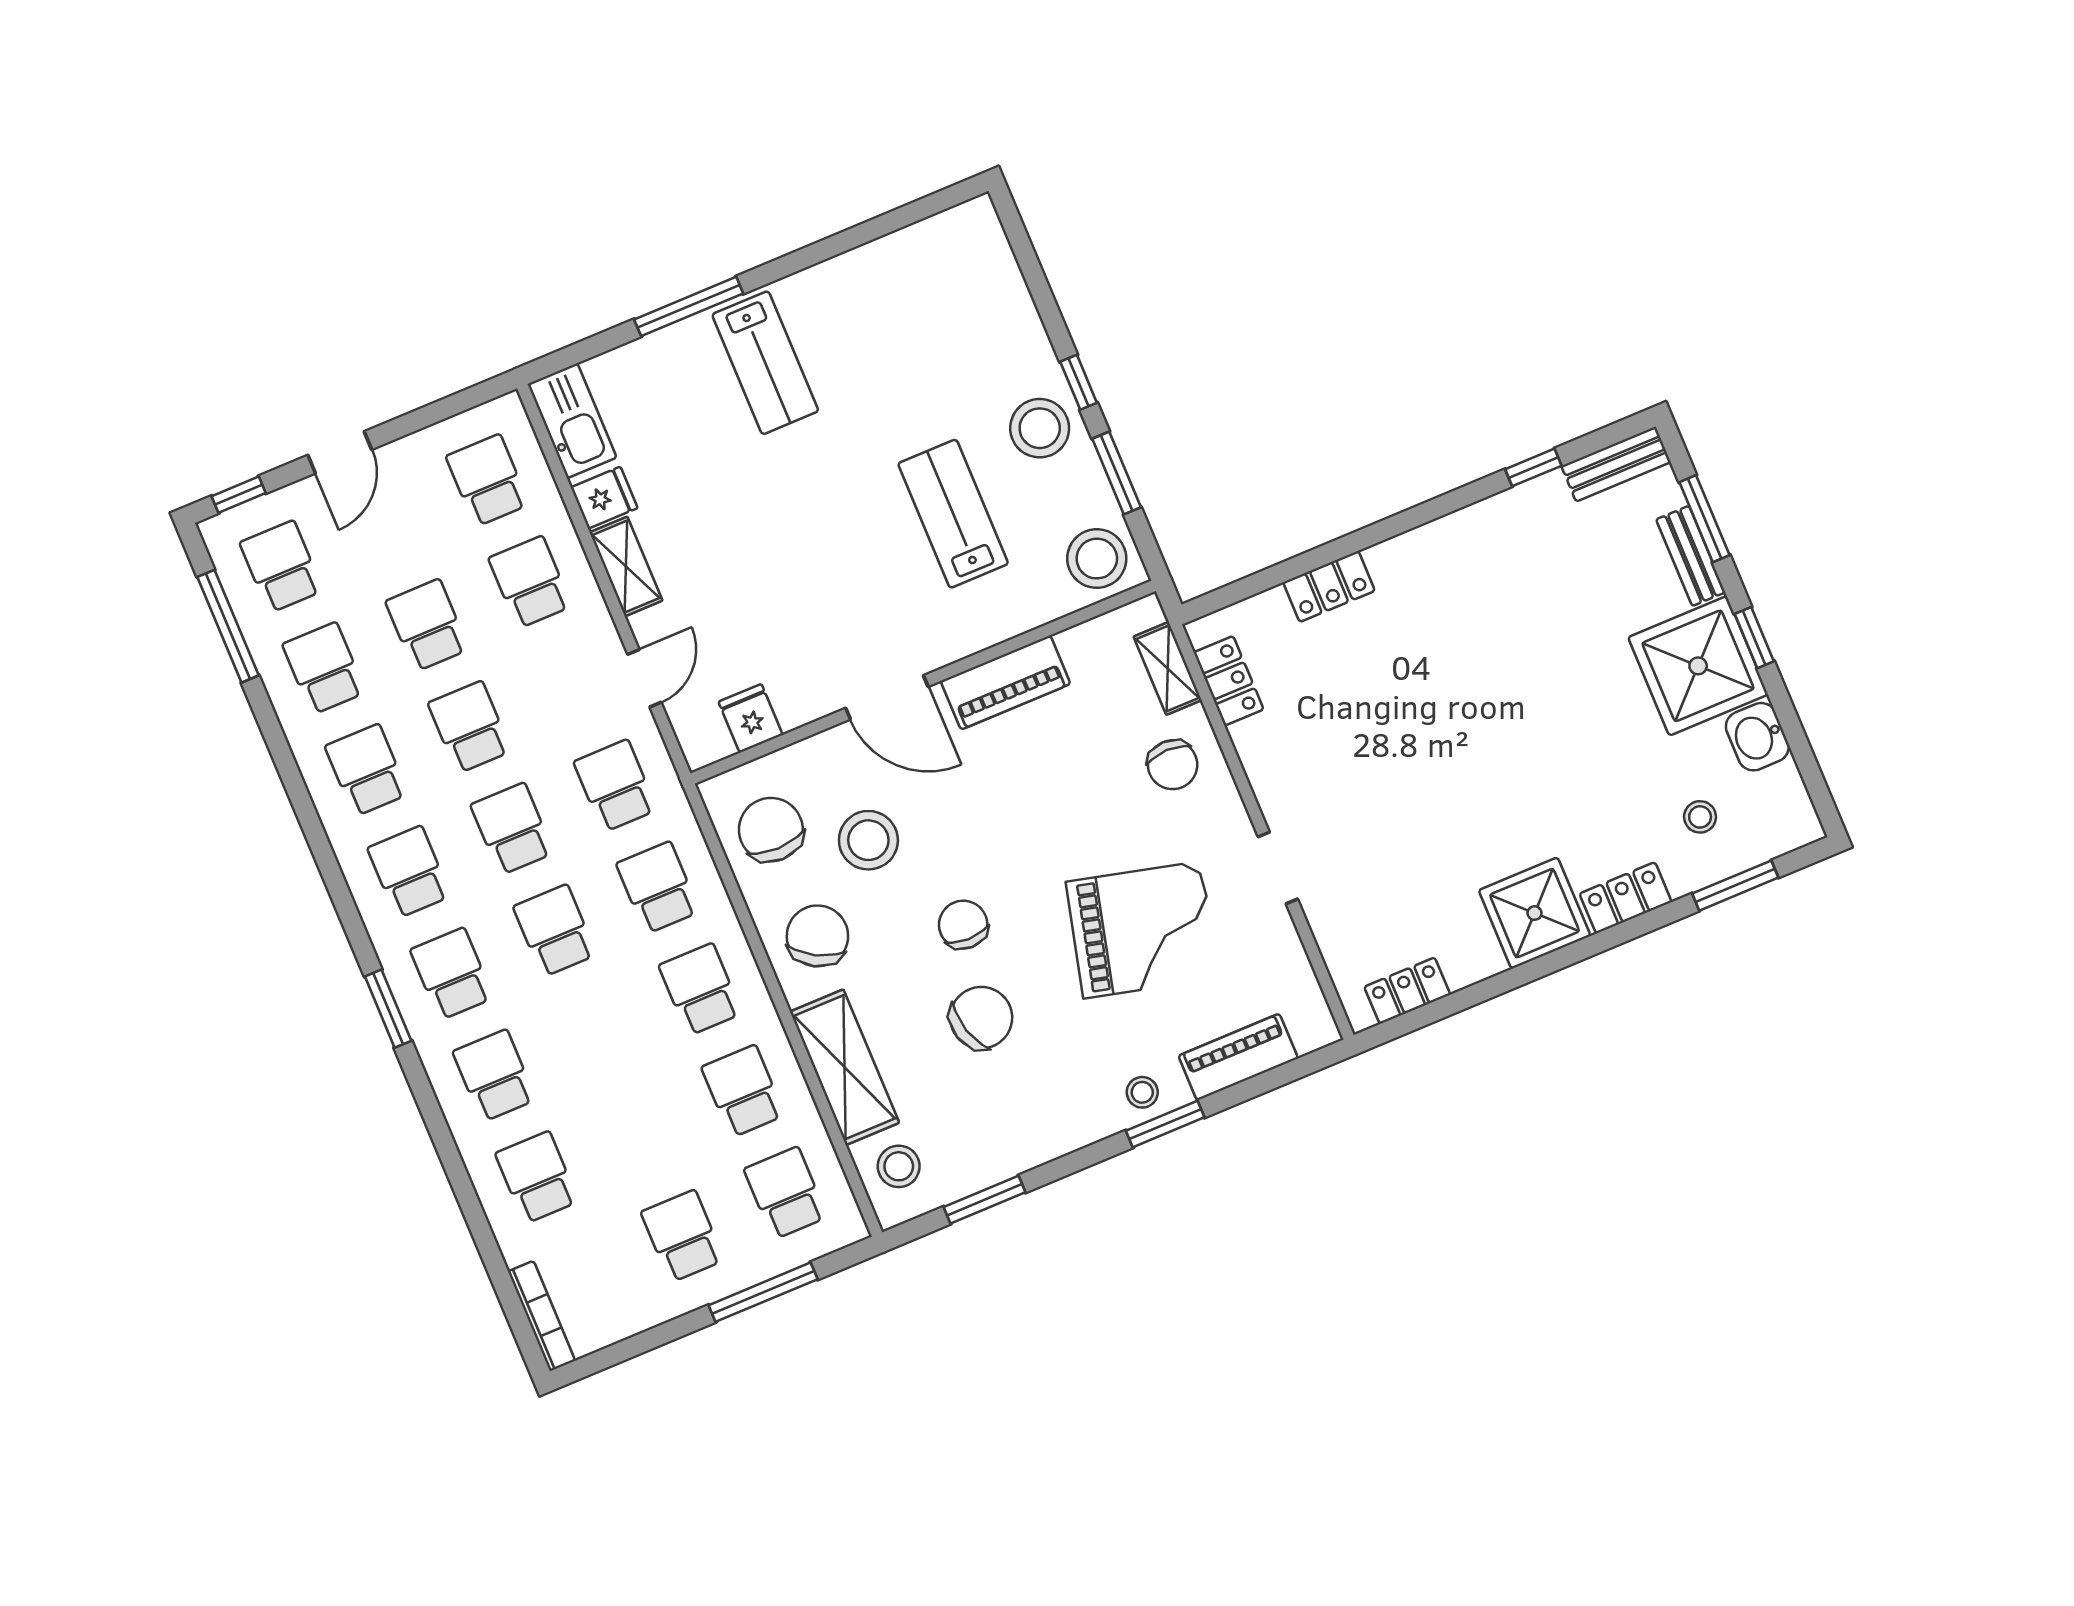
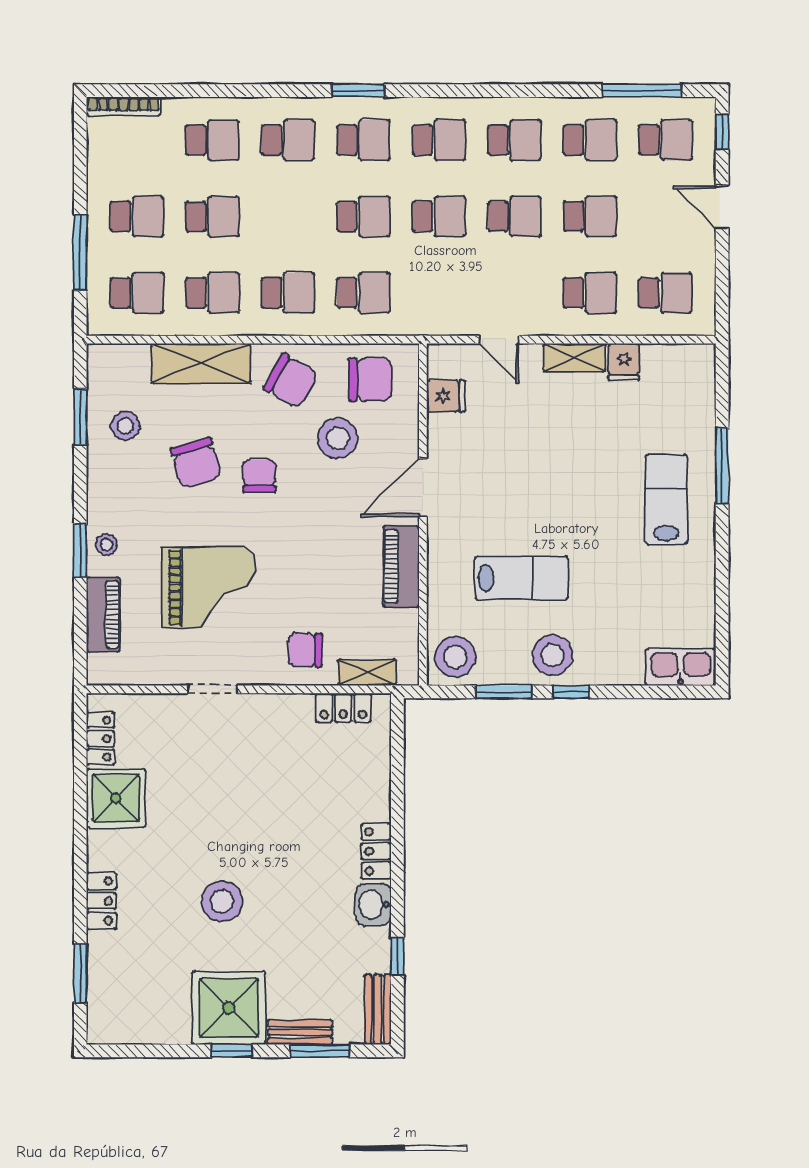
lab bench: (765, 363) -> (666, 499), turned 90
kitchen sink: (572, 421) -> (681, 667), moved, turned 180
locker: (1329, 587) -> (376, 851), moved
washbasin: (1757, 737) -> (373, 905), moved, turned -90
school desk: (615, 786) -> (212, 216), moved
stool: (1700, 817) -> (222, 901), moved, width x1.89, depth x1.89
shower: (1535, 913) -> (116, 798), moved
chair: (963, 925) -> (259, 476), turned -91
grand piano: (1142, 930) -> (209, 587), turned -104
stool: (899, 1166) -> (125, 426), moved

